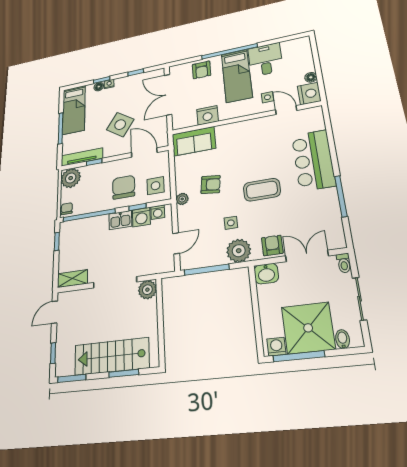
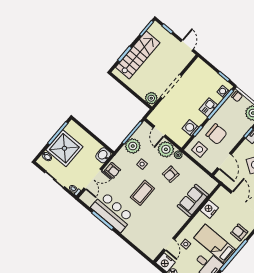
door: (286, 110) -> (169, 244), hinge flipped
sofa: (194, 141) -> (193, 201), moved
door: (144, 153) -> (224, 161), hinge flipped
bar counter: (313, 160) -> (112, 212), moved
washing machine: (158, 212) -> (223, 92), moved
plant: (189, 216) -> (166, 149), added
kitchen sink: (120, 220) -> (208, 107), moved
plant: (239, 251) -> (133, 146), moved
shelving: (72, 279) -> (195, 68), removed
washing machine: (276, 347) -> (70, 128), removed

